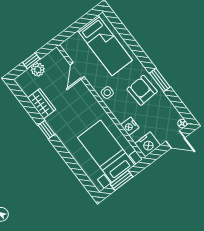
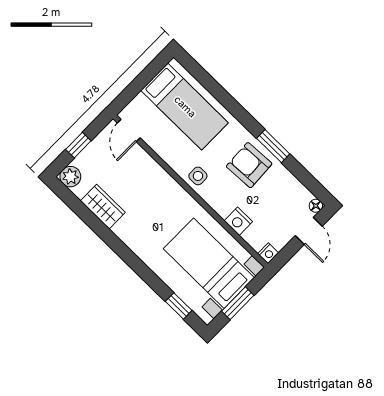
plant: (38, 70) -> (70, 177), moved
door: (77, 71) -> (129, 130), moved
window: (46, 130) -> (179, 306), moved
door: (175, 139) -> (309, 231), hinge flipped
nightstand: (148, 145) -> (268, 253), width x0.53, depth x0.56

